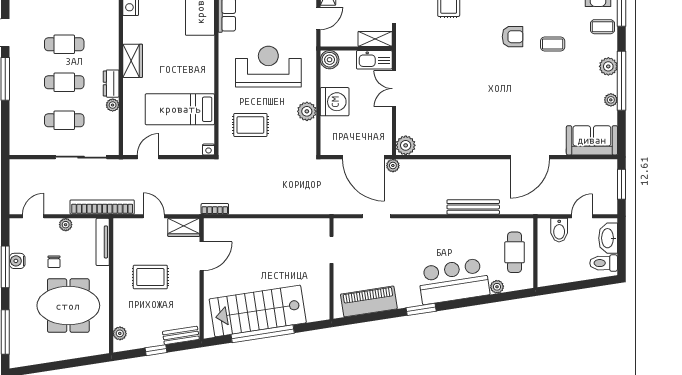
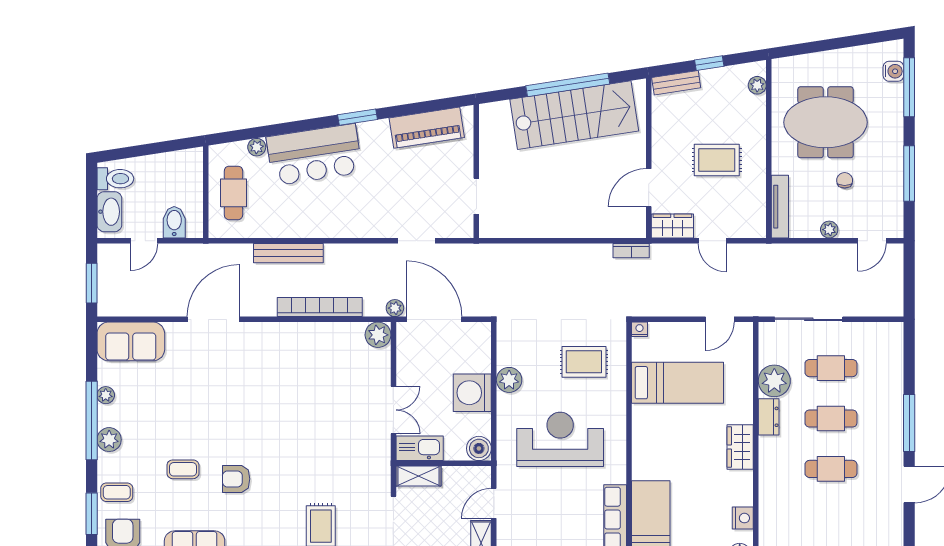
reception desk: (268, 67) -> (560, 439), turned 180
plant: (113, 105) -> (774, 381), width x1.88, depth x1.88
bookcase: (102, 207) -> (320, 307), moved, turned 180
water cooler: (17, 261) -> (893, 71), moved

